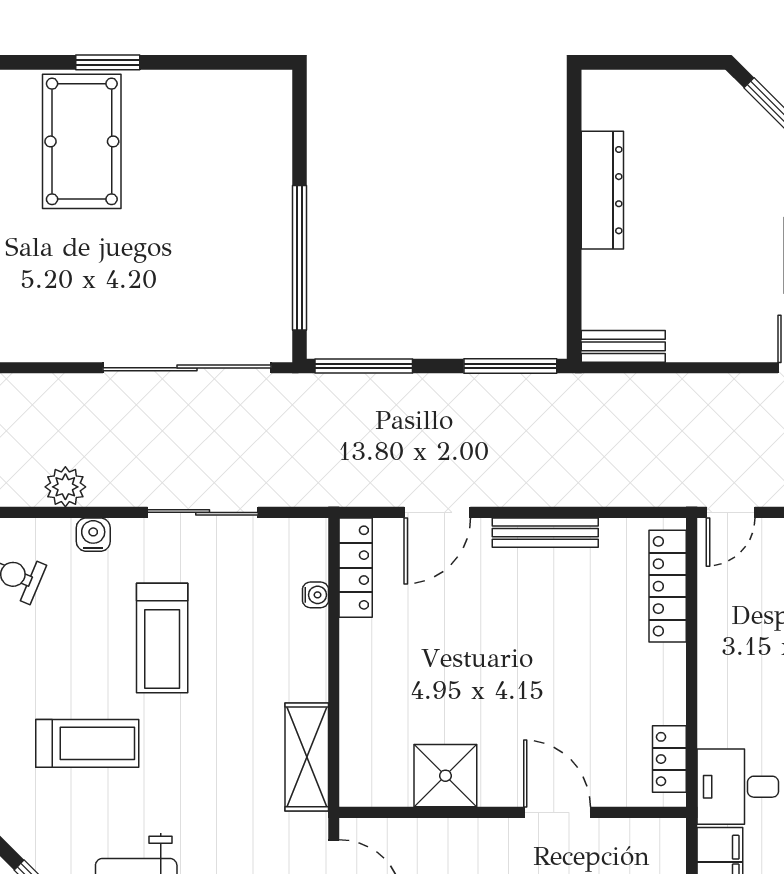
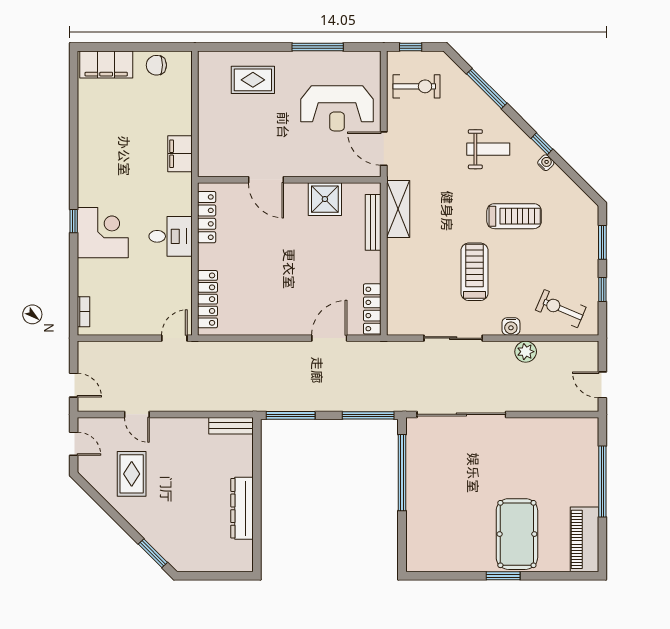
bench: (545, 533) -> (373, 222), moved, turned 90
water cooler: (315, 595) -> (546, 163), moved, turned 135
treadmill: (87, 743) -> (514, 216), turned 180
locker: (669, 759) -> (207, 217), width x1.53
desk: (738, 787) -> (171, 236), moved

